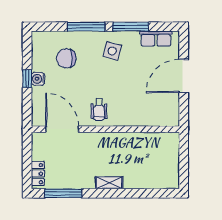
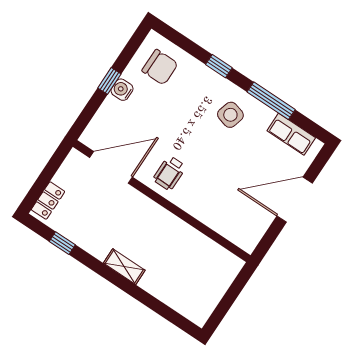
window: (86, 27) -> (219, 66), width x0.46
chair: (66, 58) -> (160, 67), moved, turned 180
door: (62, 129) -> (111, 167), hinge flipped
window: (63, 193) -> (62, 243), width x0.46

